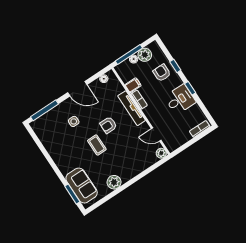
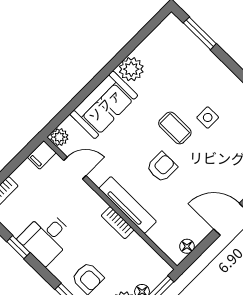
filing cabinet: (133, 85) -> (42, 155), moved
window: (190, 88) -> (18, 247), moved
side table: (74, 121) -> (208, 117), moved
sofa: (82, 186) -> (104, 105), moved, turned -90

